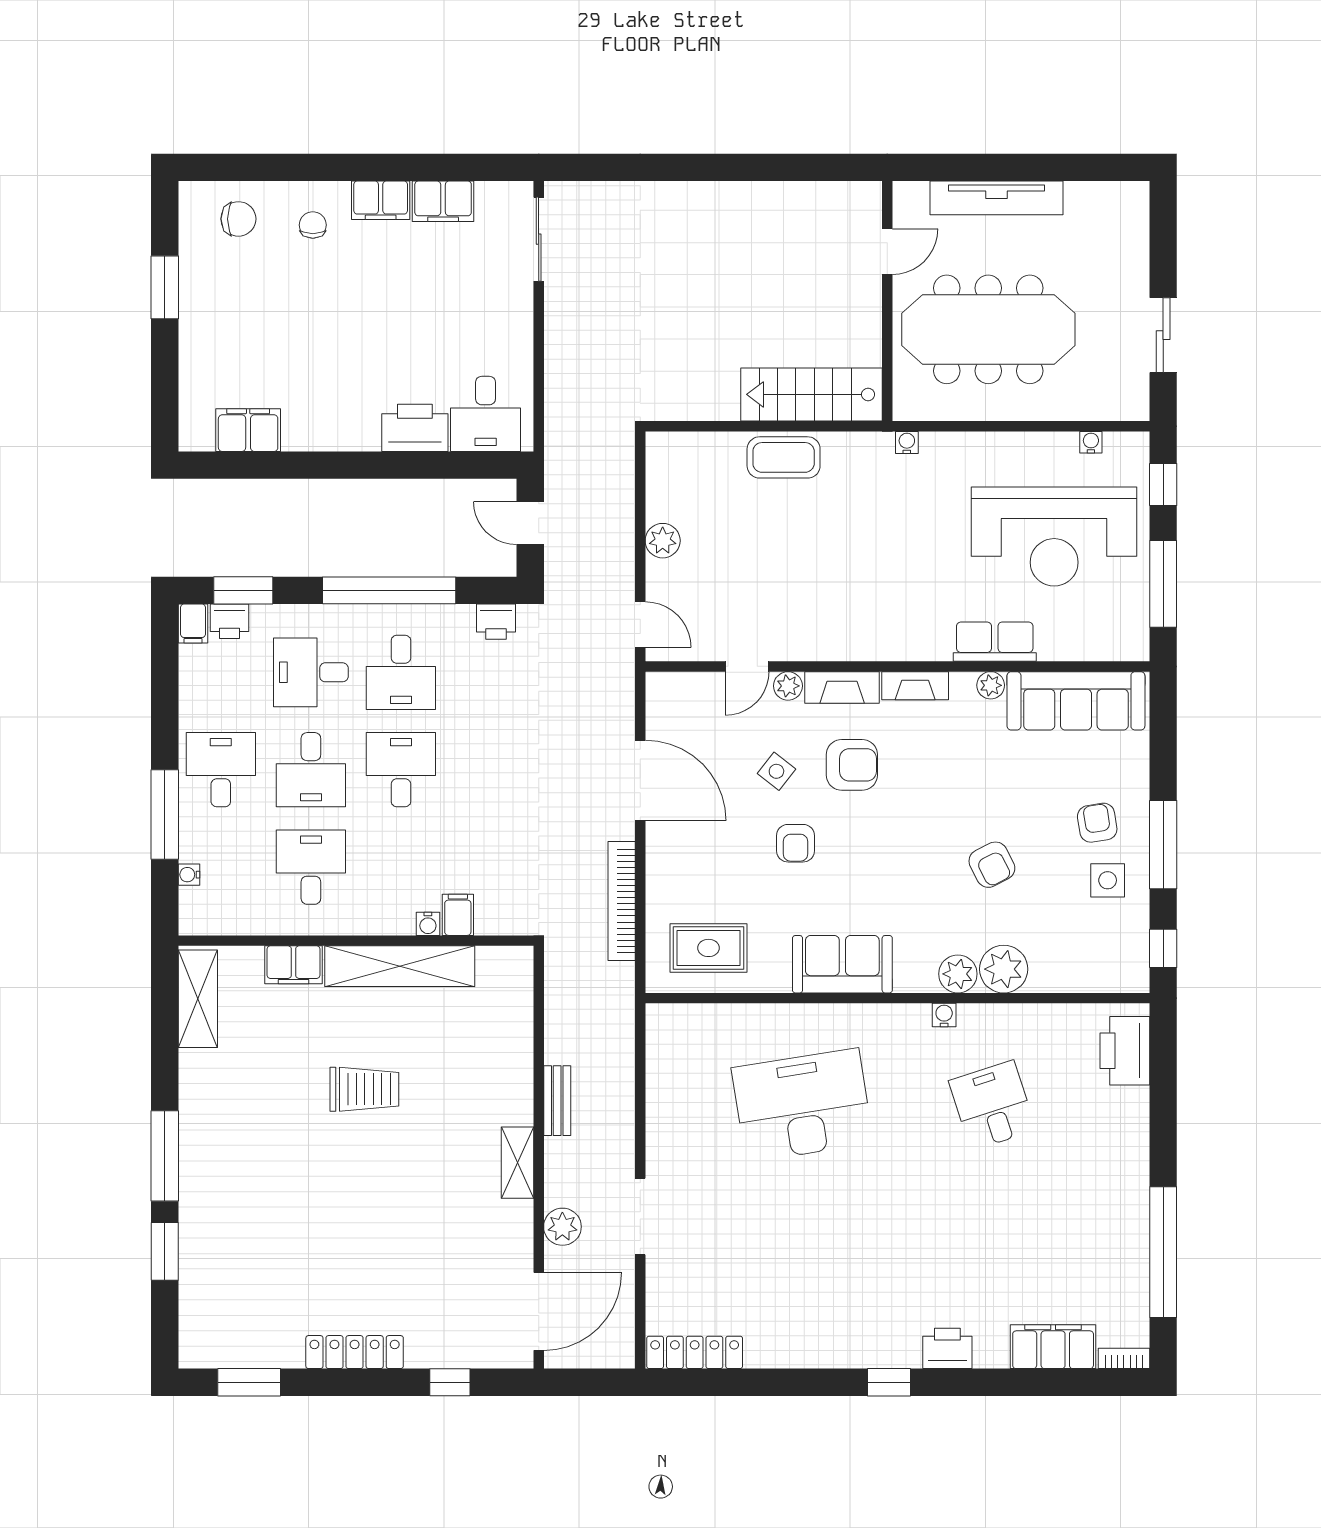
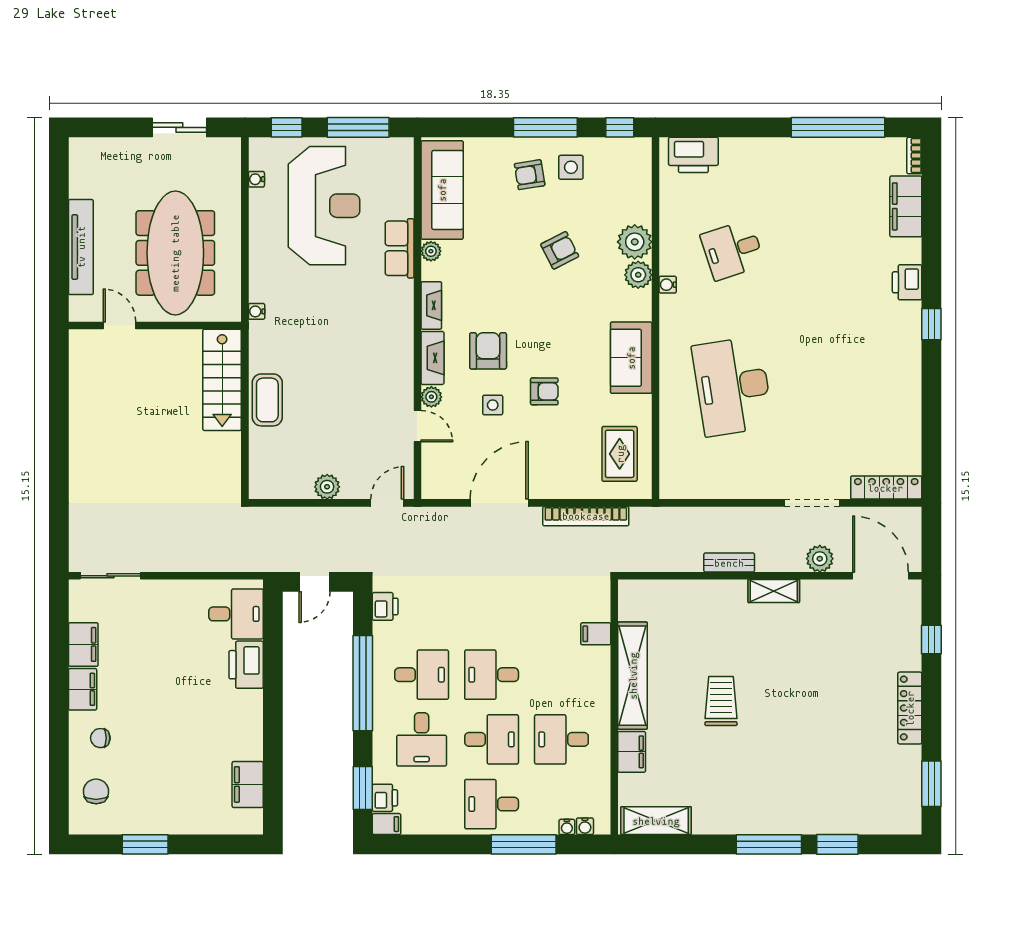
side table: (776, 771) -> (493, 405), turned -38
water cooler: (428, 924) -> (585, 826), moved, turned 90
locker: (695, 1352) -> (886, 488), moved, turned 90

